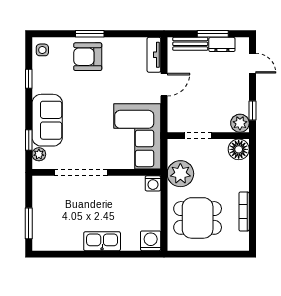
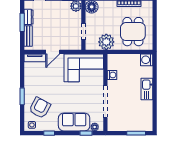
armchair: (88, 57) -> (40, 108), moved, turned -152
door: (164, 85) -> (53, 52), swing flipped
washing machine: (153, 183) -> (112, 75), moved

